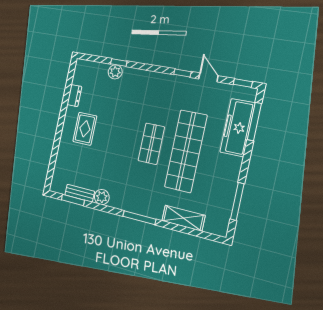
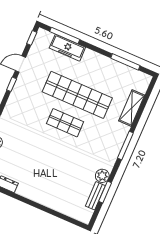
freezer: (237, 128) -> (67, 48), width x0.73, depth x0.79
rug: (85, 129) -> (40, 180), removed
window: (73, 200) -> (105, 192), moved

